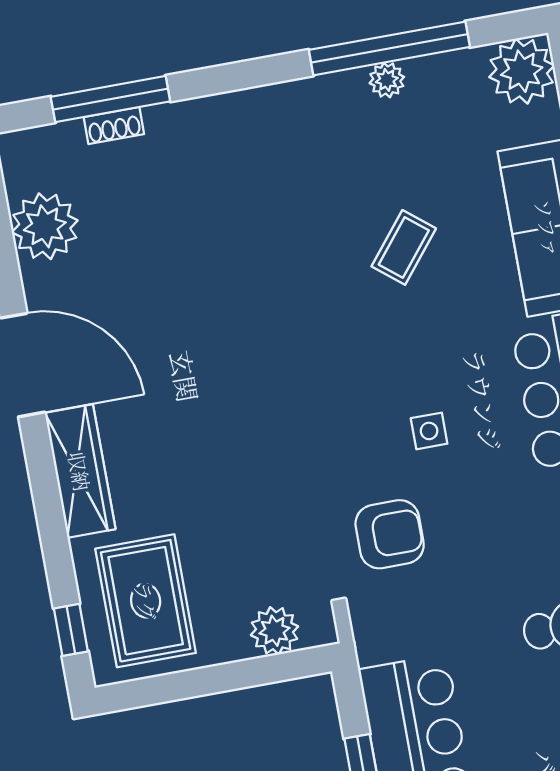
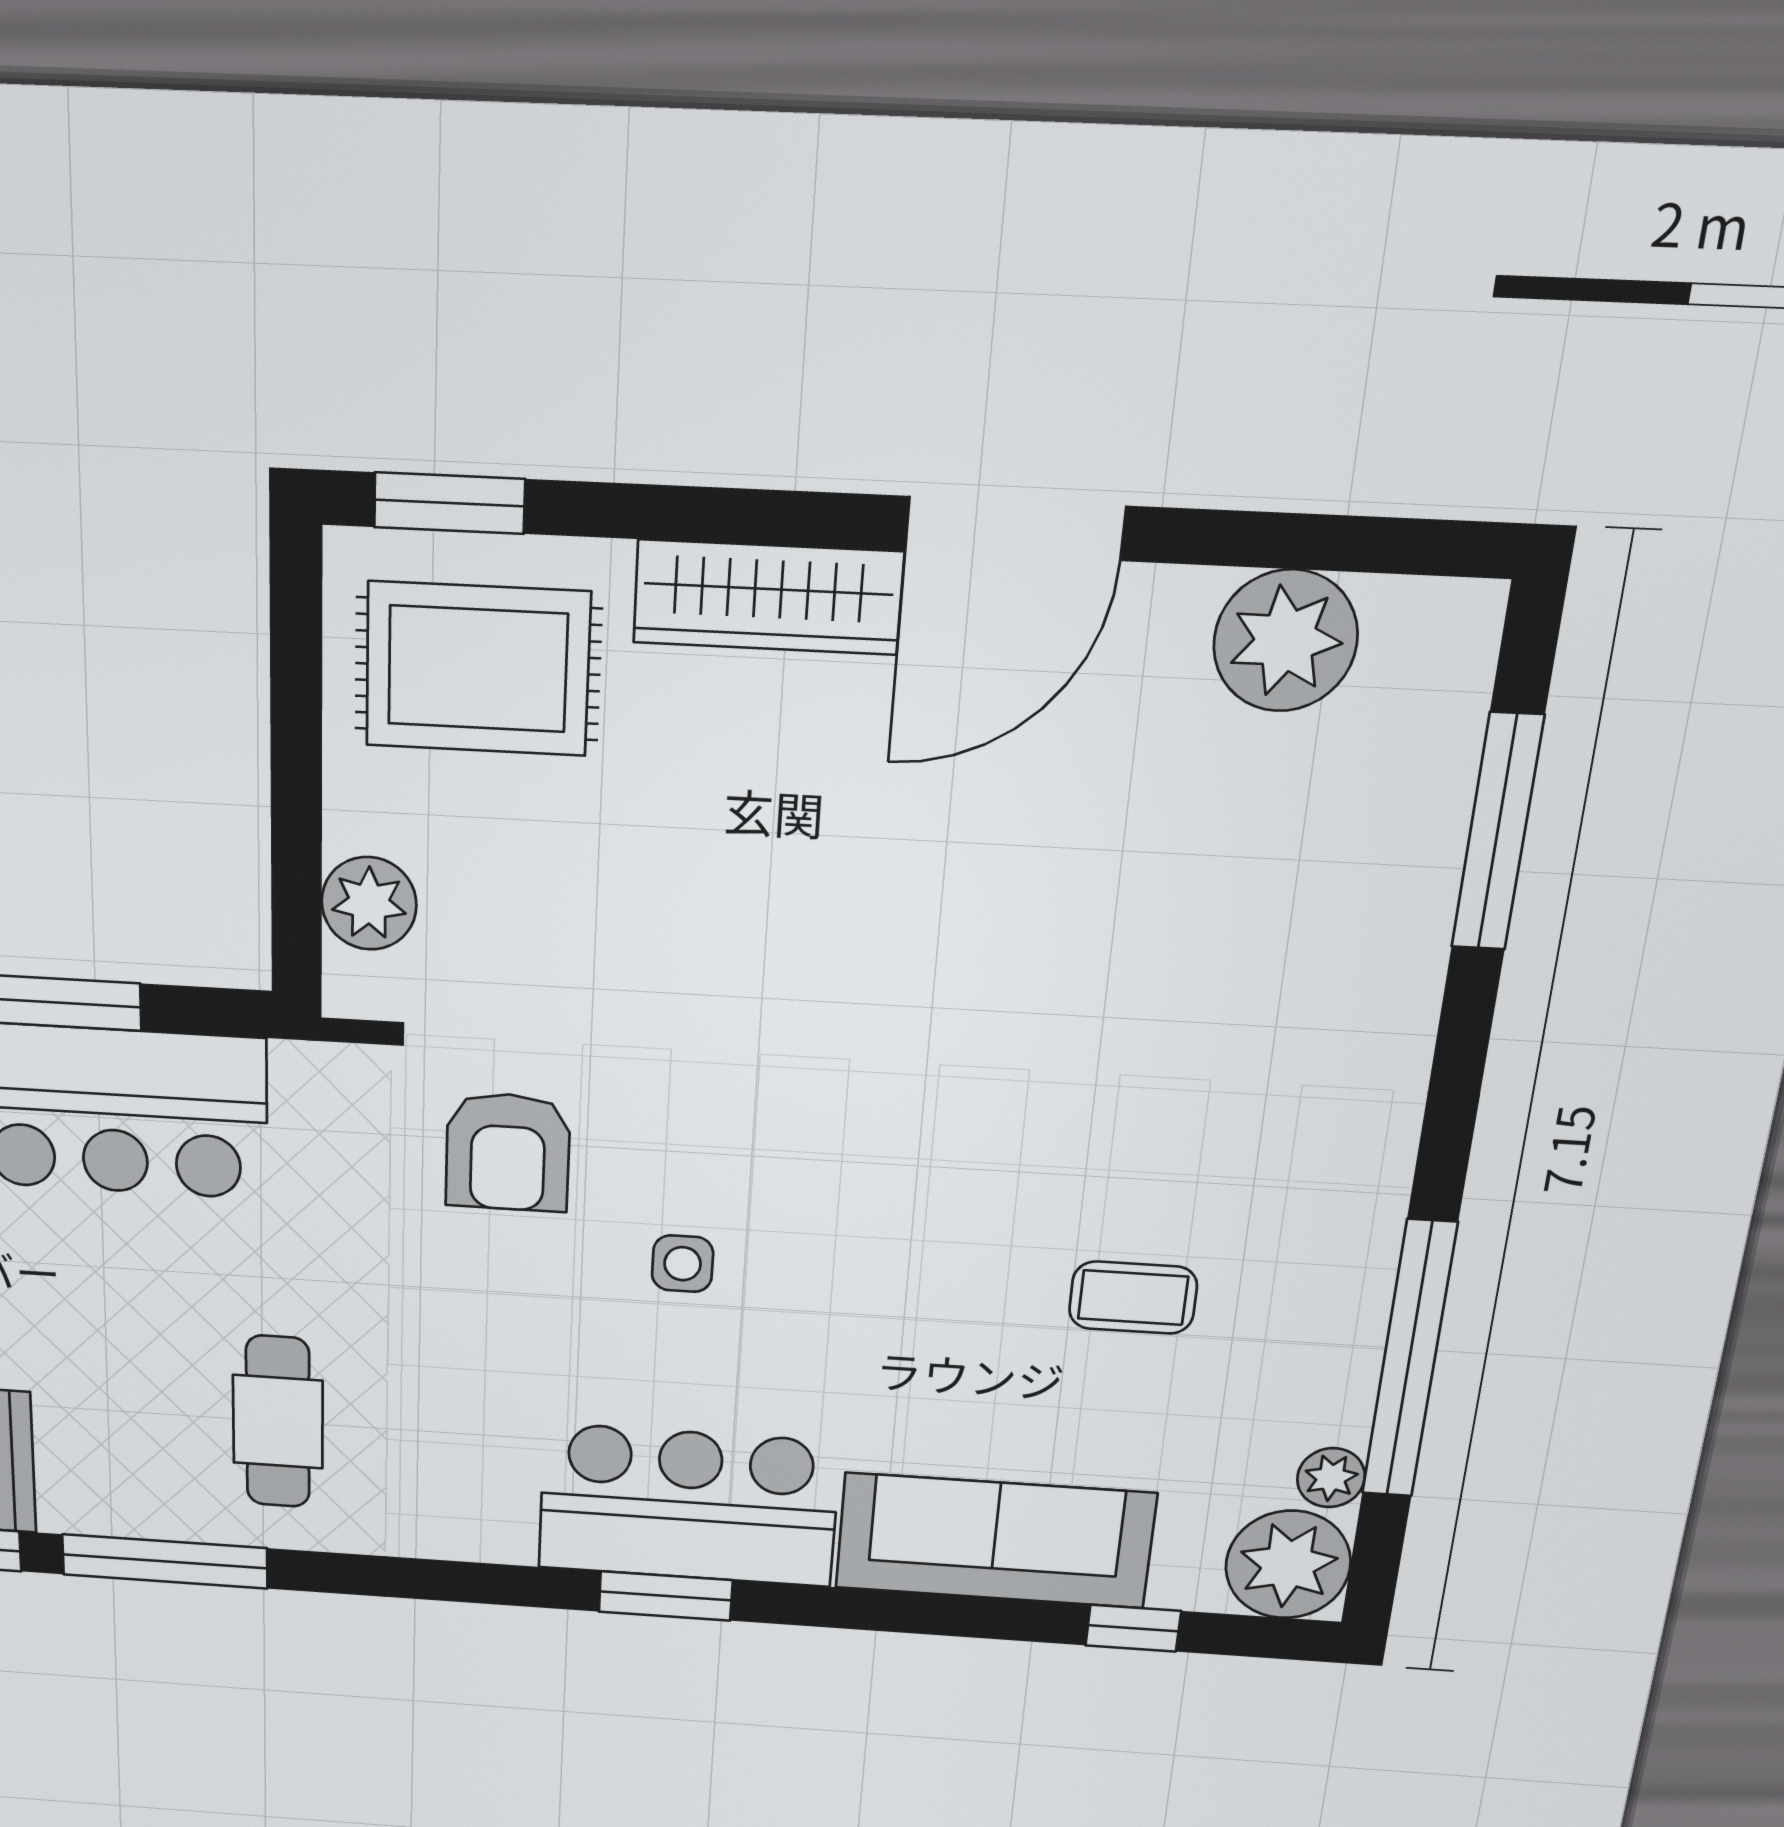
plant: (387, 80) -> (1331, 1478), moved
shoe rack: (114, 126) -> (1442, 827), removed
coffee table: (404, 247) -> (1133, 1298), moved, turned -39
window: (71, 630) -> (449, 503), width x1.50

